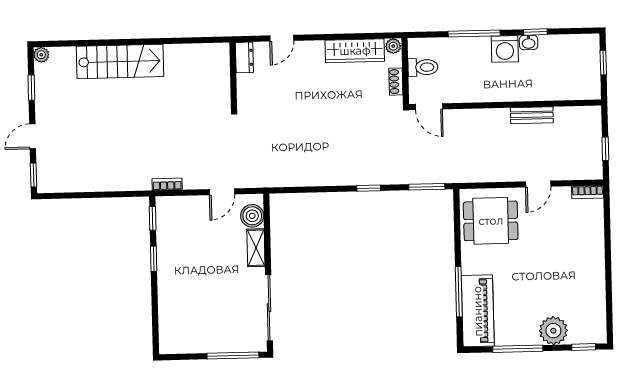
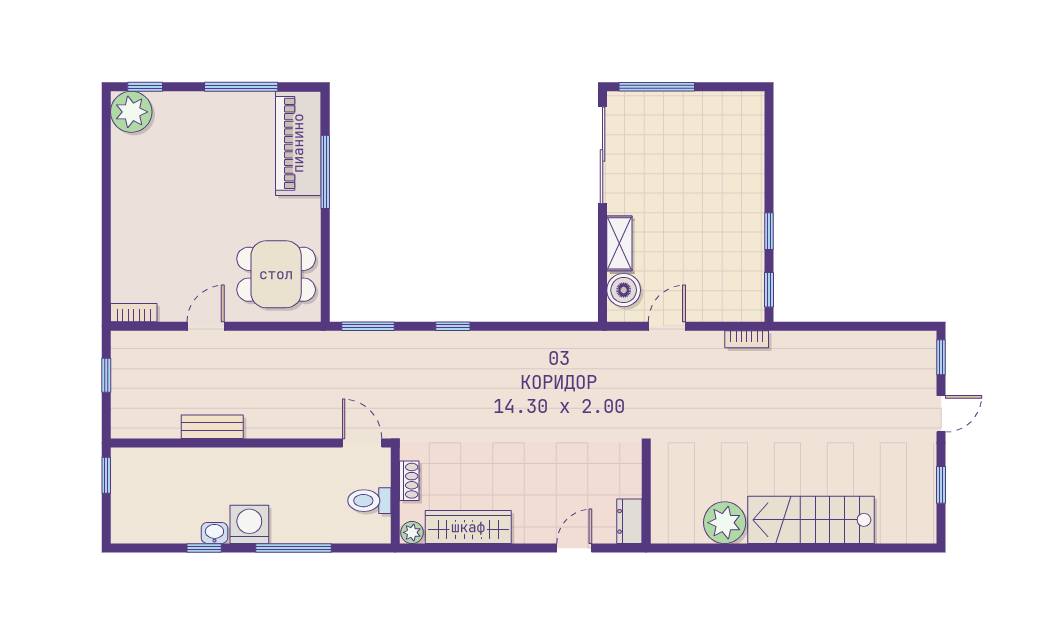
plant: (41, 55) -> (725, 523), moved, width x1.87, depth x1.87
window: (603, 63) -> (106, 475), moved
plant: (553, 331) -> (131, 112), moved

